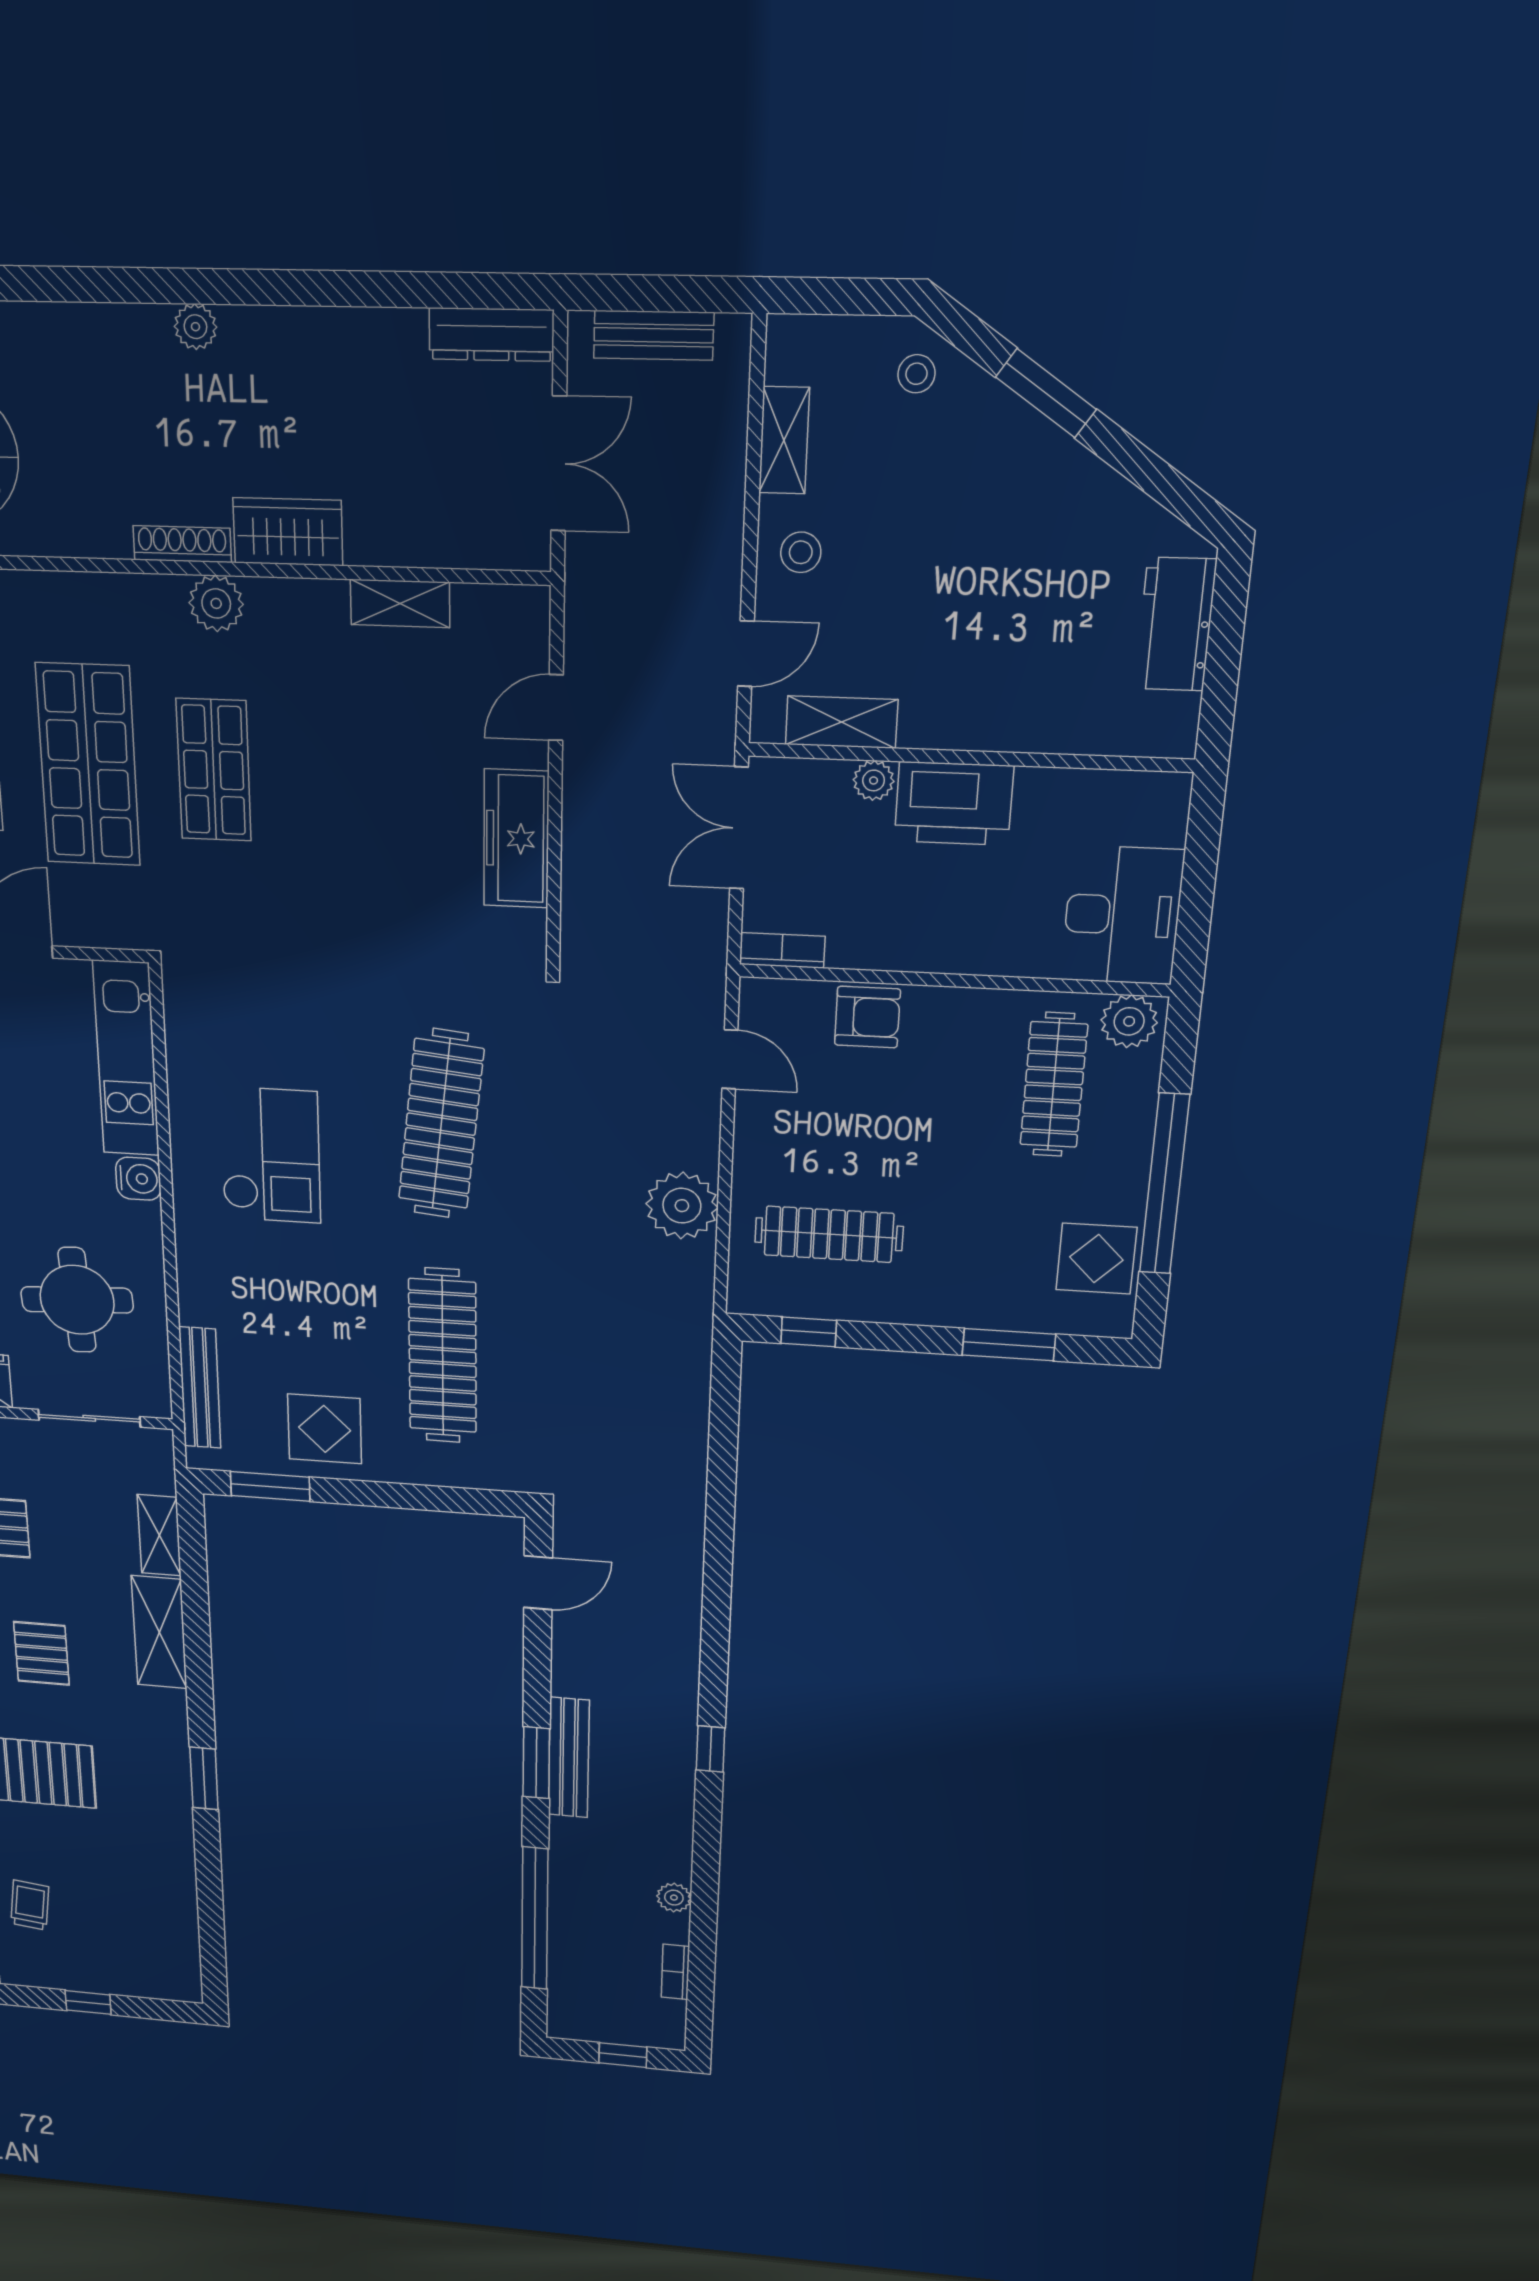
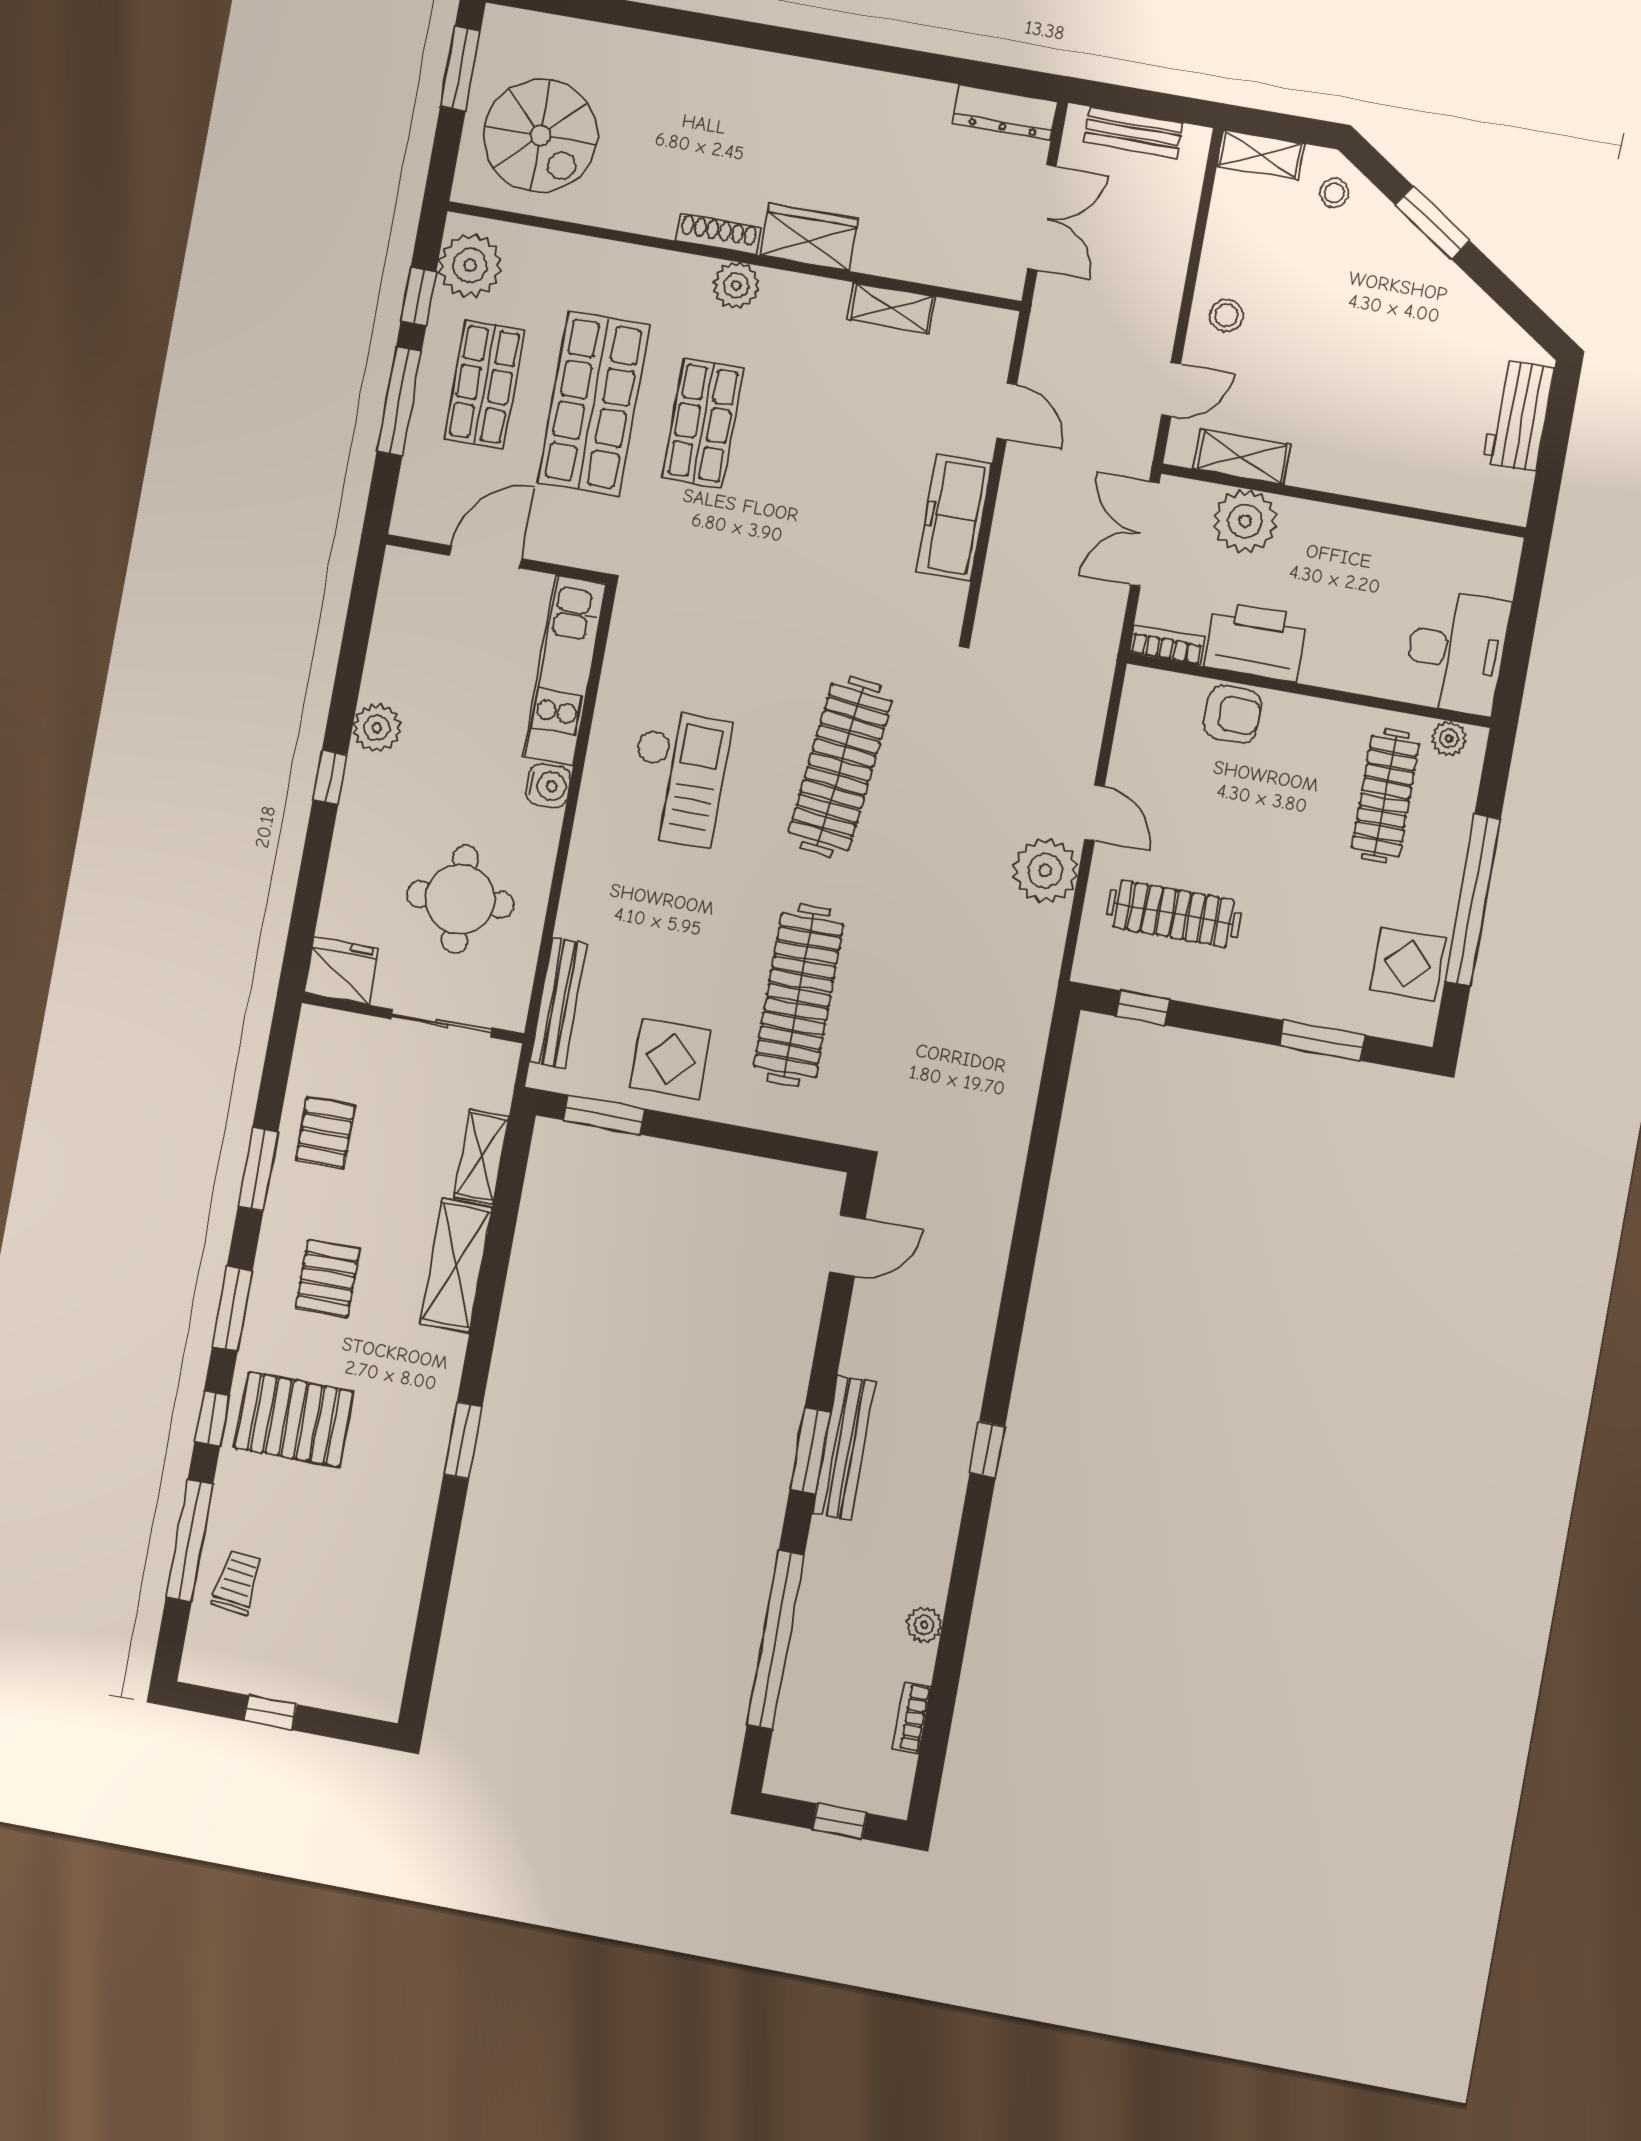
plant: (195, 327) -> (768, 69), removed
shelving: (784, 440) -> (1261, 155), moved, turned 90
door: (556, 708) -> (1007, 412), swing flipped
plant: (874, 780) -> (1245, 521), width x1.88, depth x1.88
printer: (954, 803) -> (1256, 641), moved, turned 180
plant: (1129, 1021) -> (1449, 738), width x0.73, depth x0.73
door: (730, 1059) -> (1094, 813), moved

